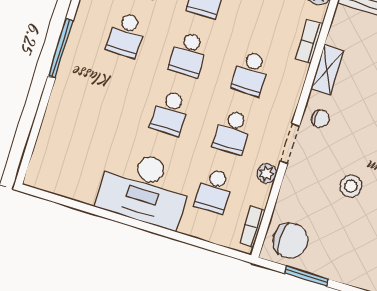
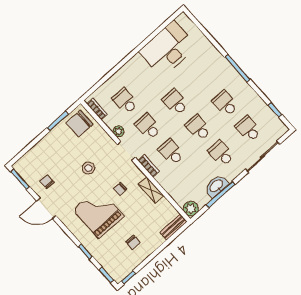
bookcase: (309, 42) -> (149, 166), moved
chair: (320, 119) -> (120, 189), moved
desk: (145, 189) -> (168, 49), moved

